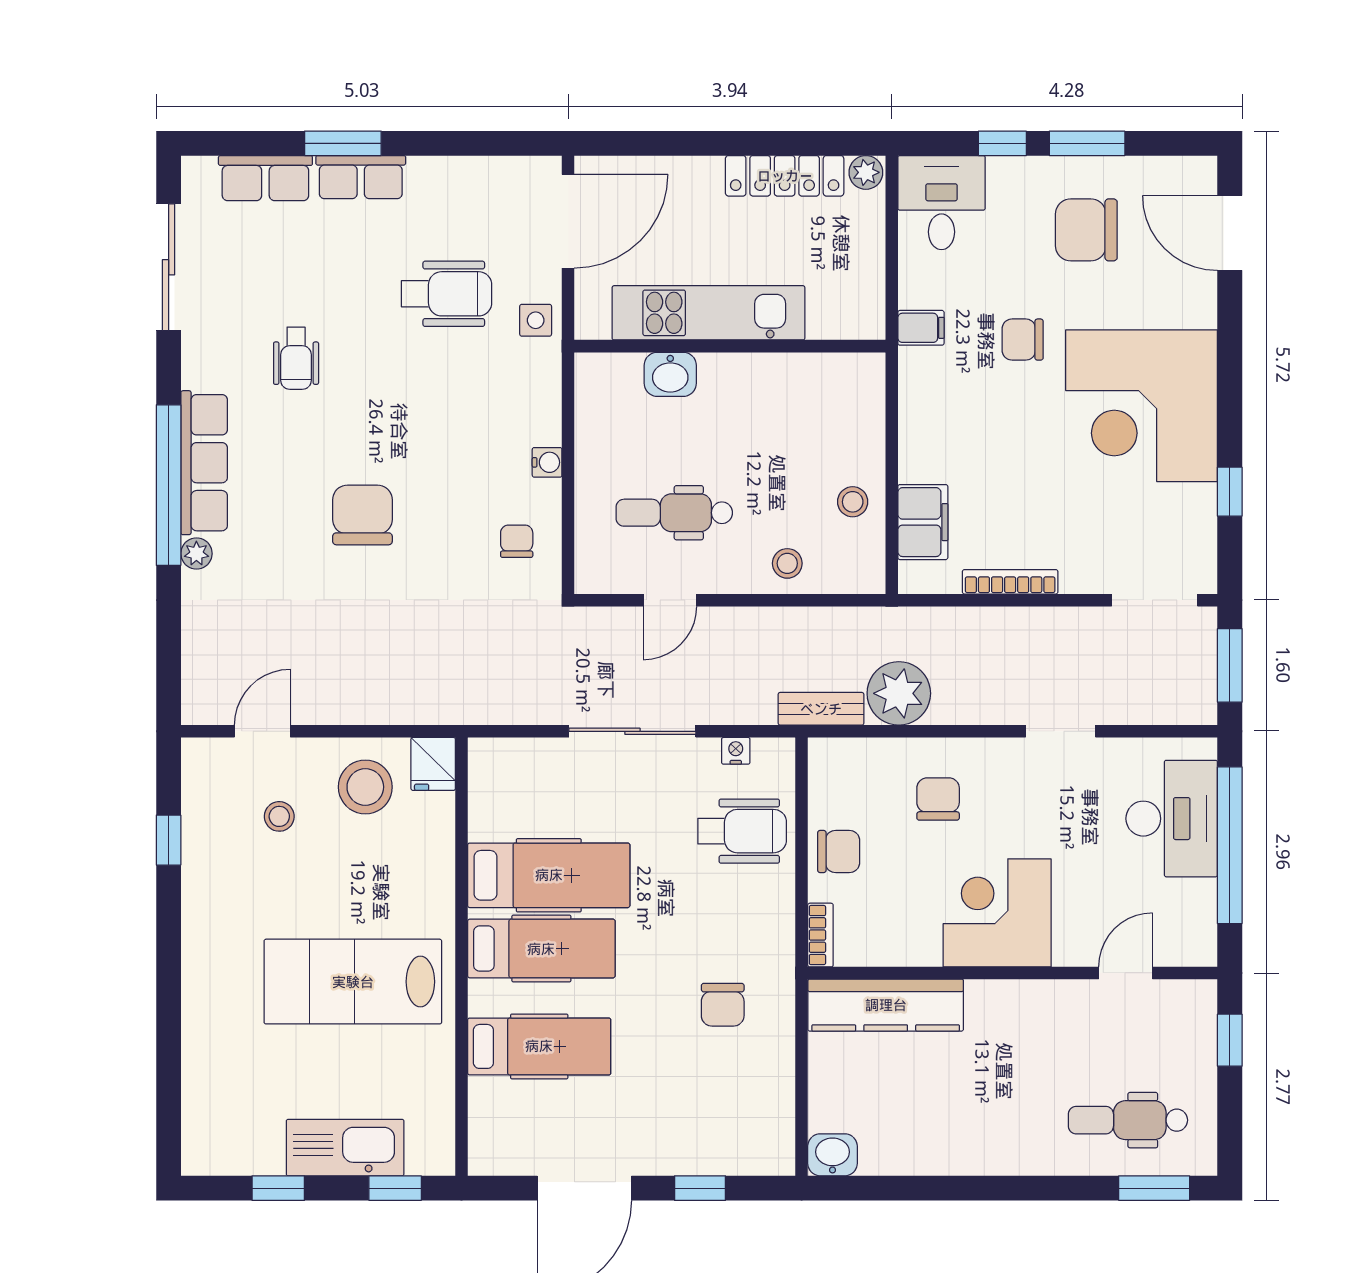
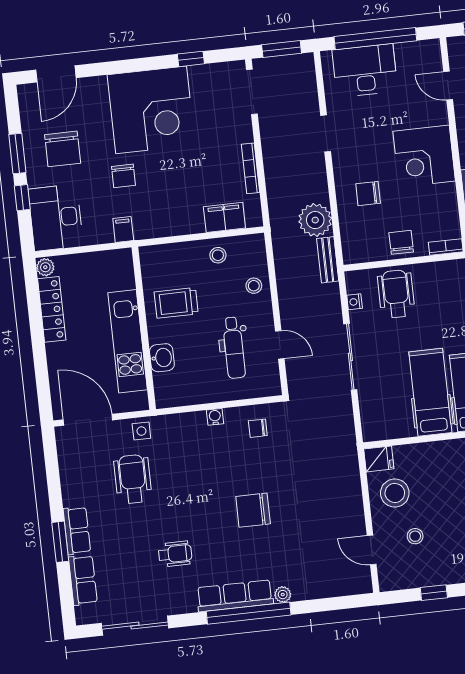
desk: (941, 203) -> (56, 218), width x1.37
trolley: (771, 413) -> (176, 303), added

